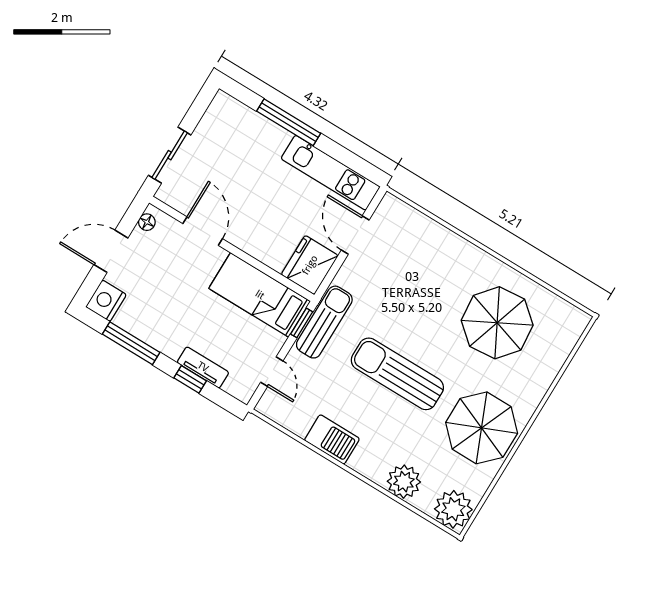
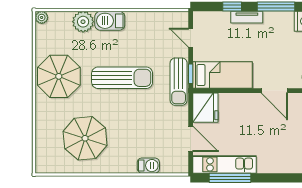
window: (289, 122) -> (230, 178), moved
barbecue: (434, 234) -> (148, 166), added
tv unit: (203, 367) -> (247, 17), moved
barbecue: (332, 439) -> (110, 21), moved
plant: (453, 509) -> (42, 17), width x0.53, depth x0.53

